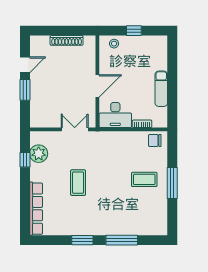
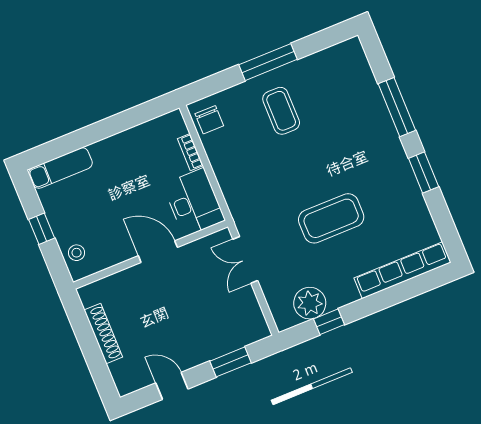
exam couch: (161, 89) -> (60, 168), moved
window: (25, 90) -> (231, 362), moved
coffee table: (78, 183) -> (331, 218), width x1.36, depth x1.32

